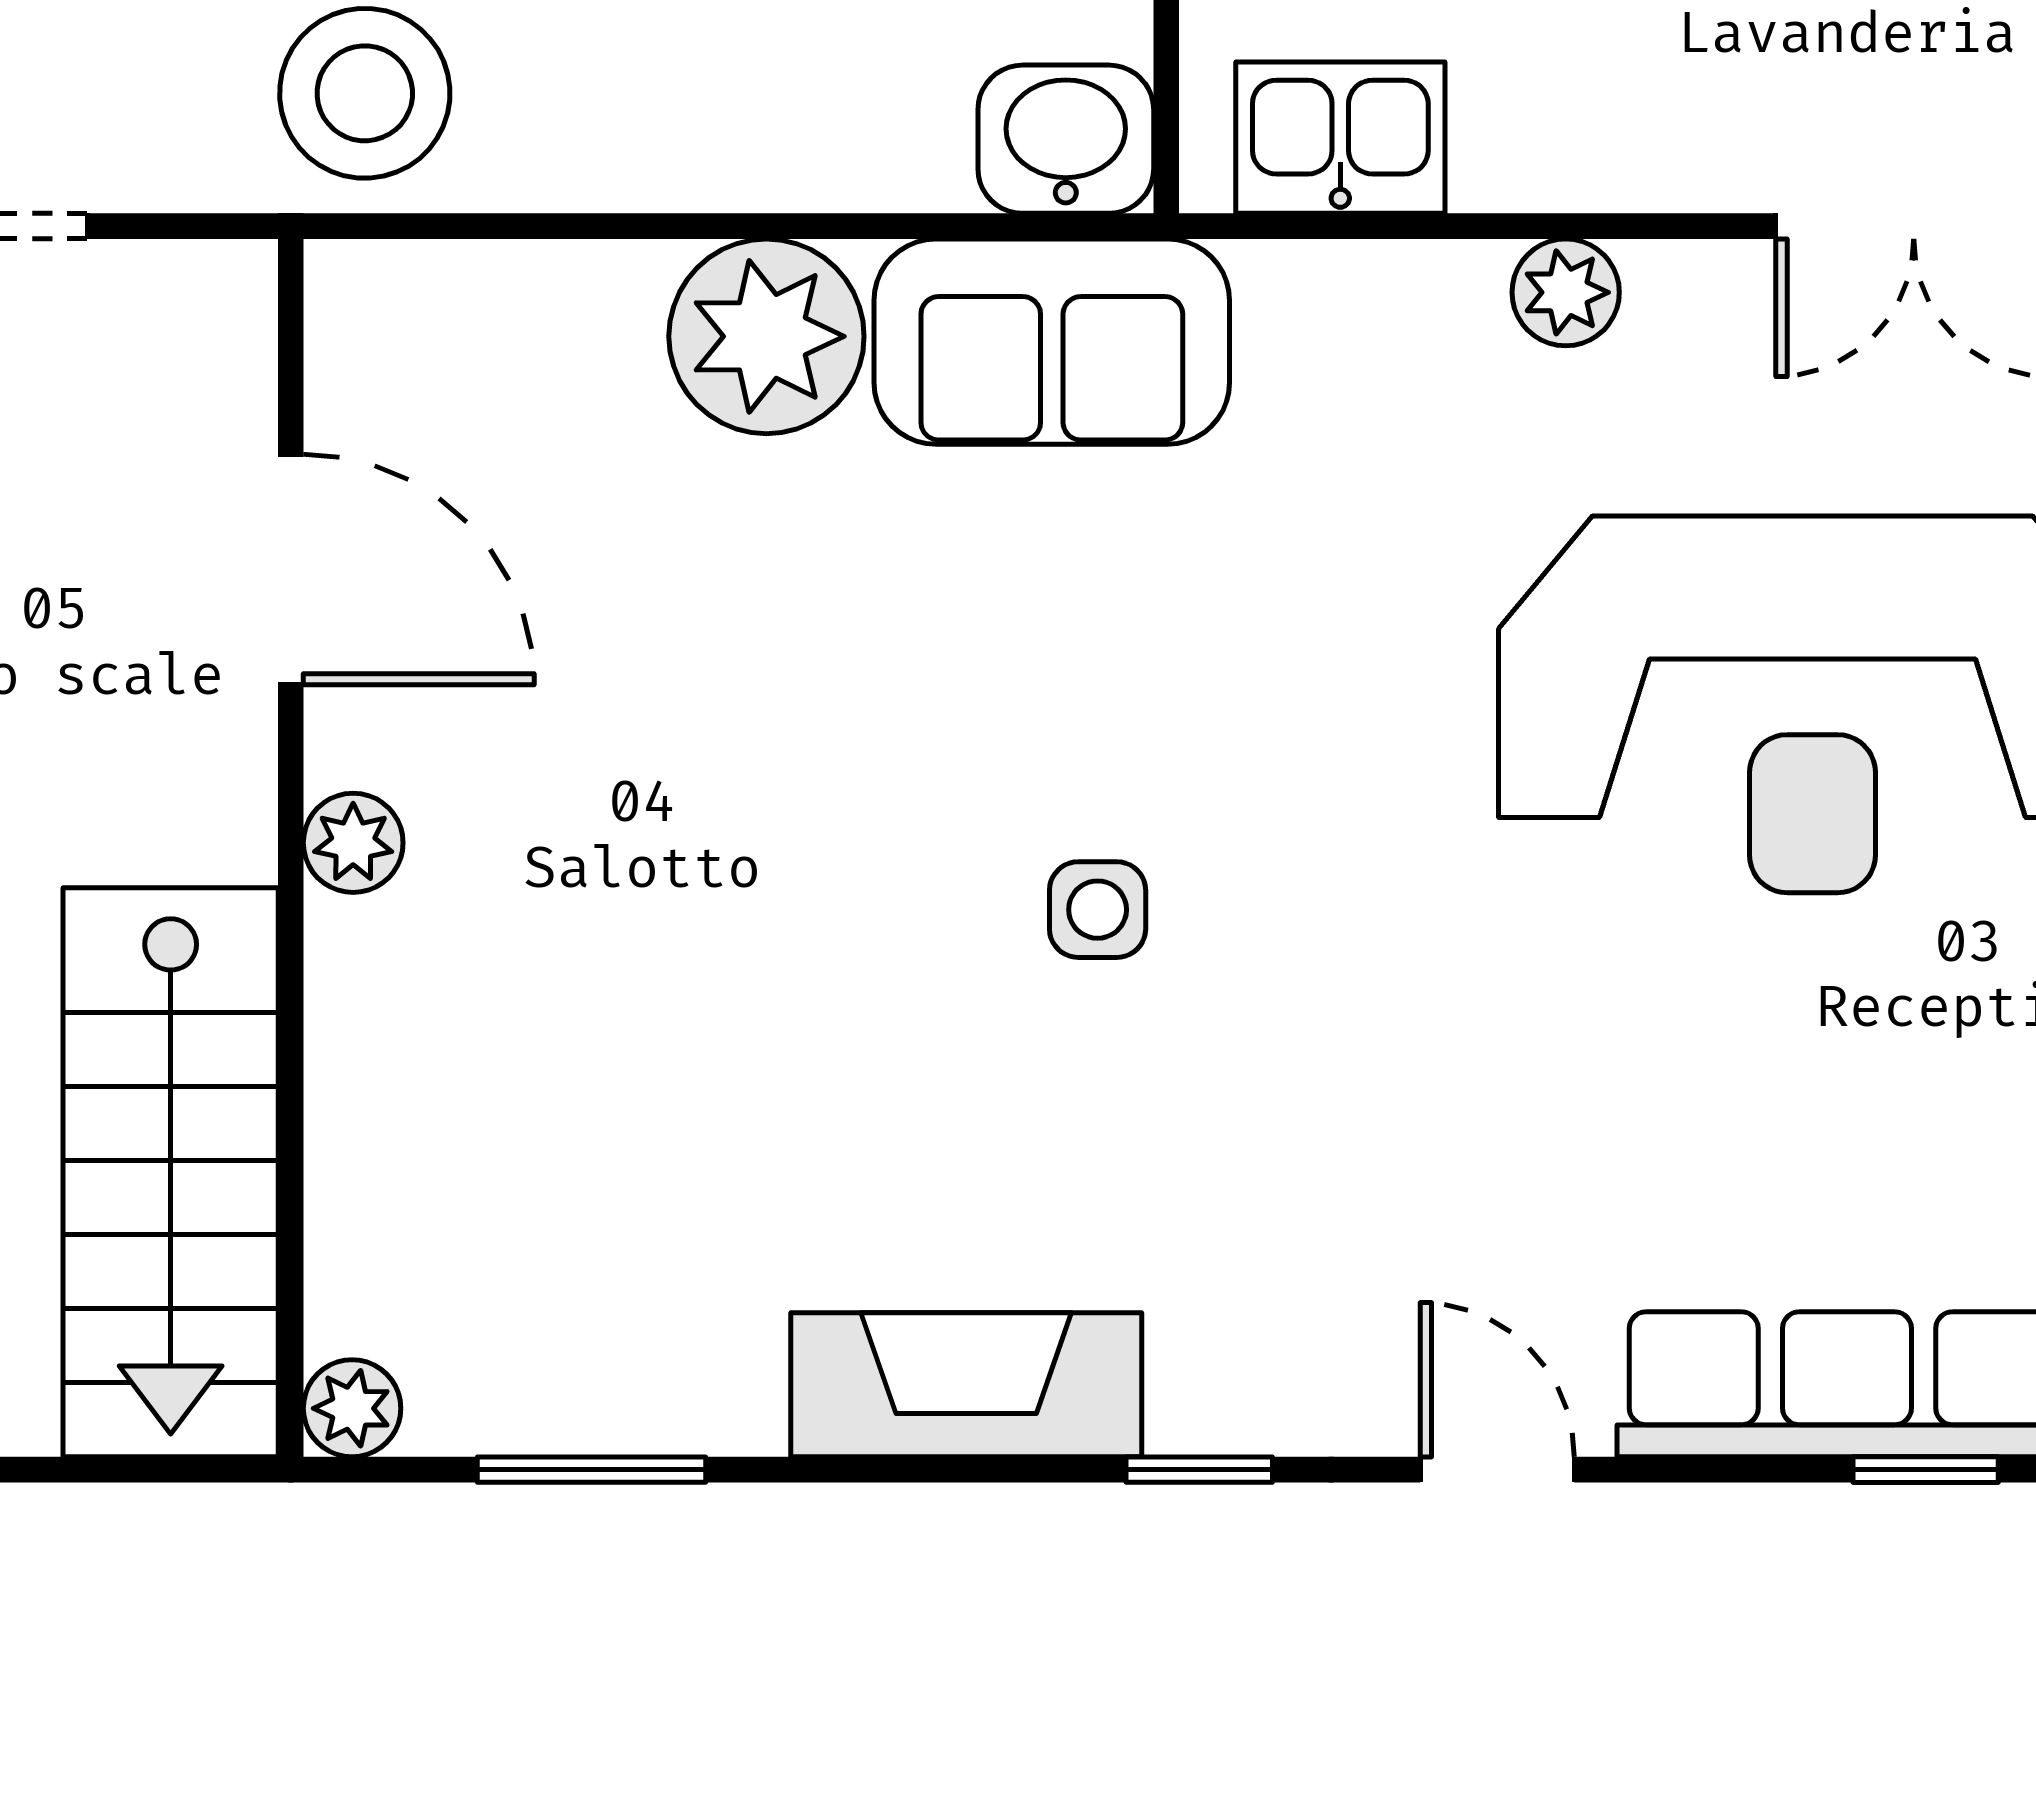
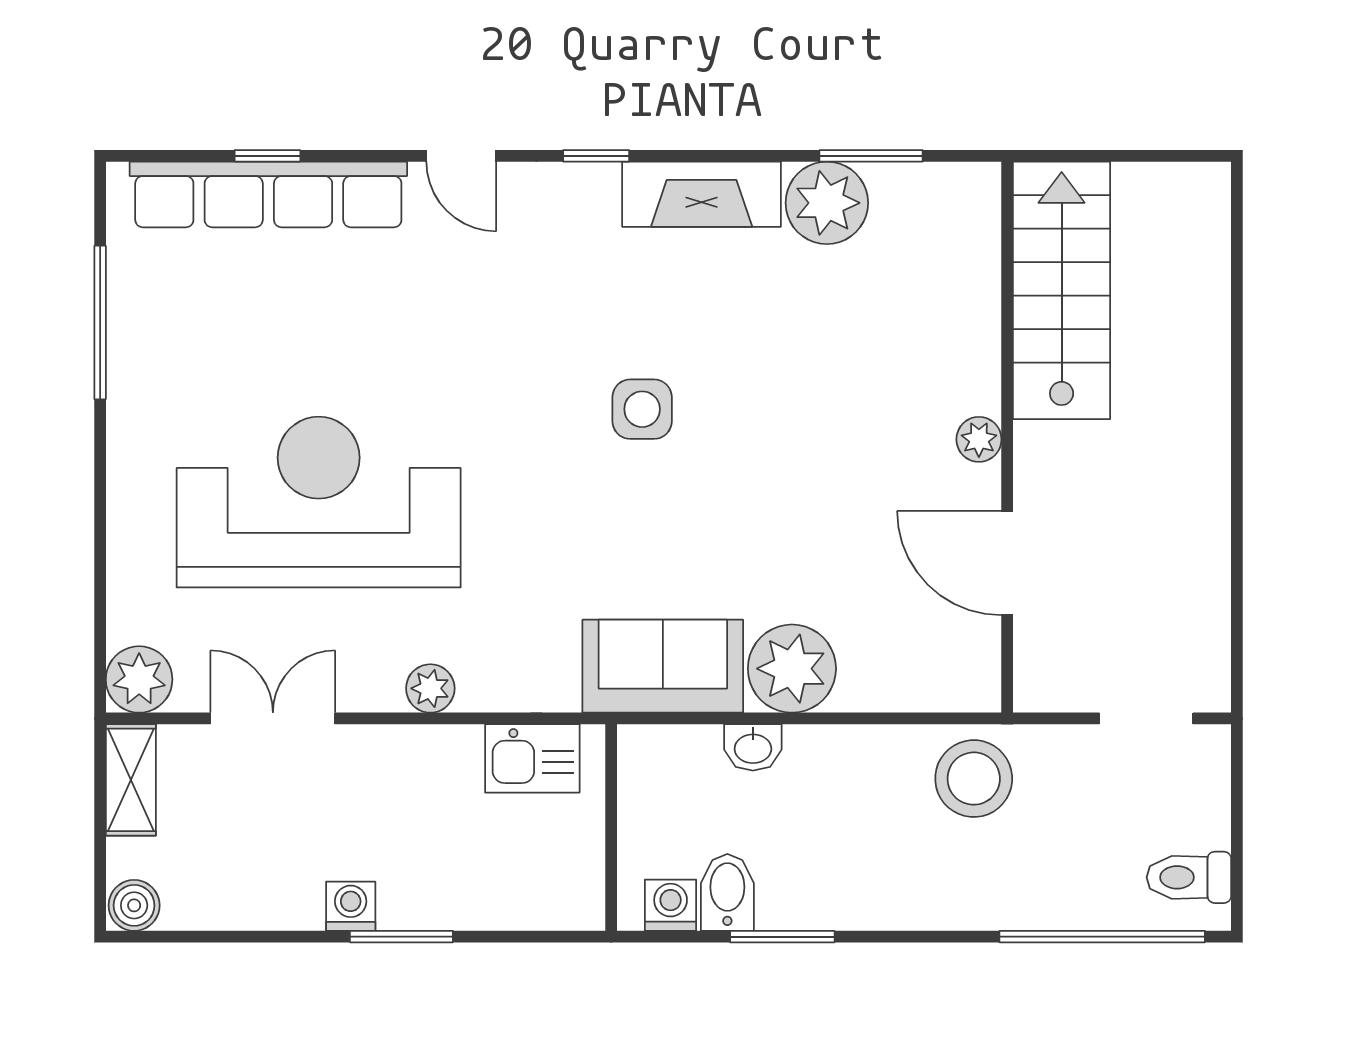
washbasin: (1066, 139) -> (753, 747), moved, width x0.72, depth x0.69
side table: (1098, 910) -> (642, 409), width x1.37, depth x1.37
plant: (352, 1408) -> (827, 203), moved, width x1.87, depth x1.87

